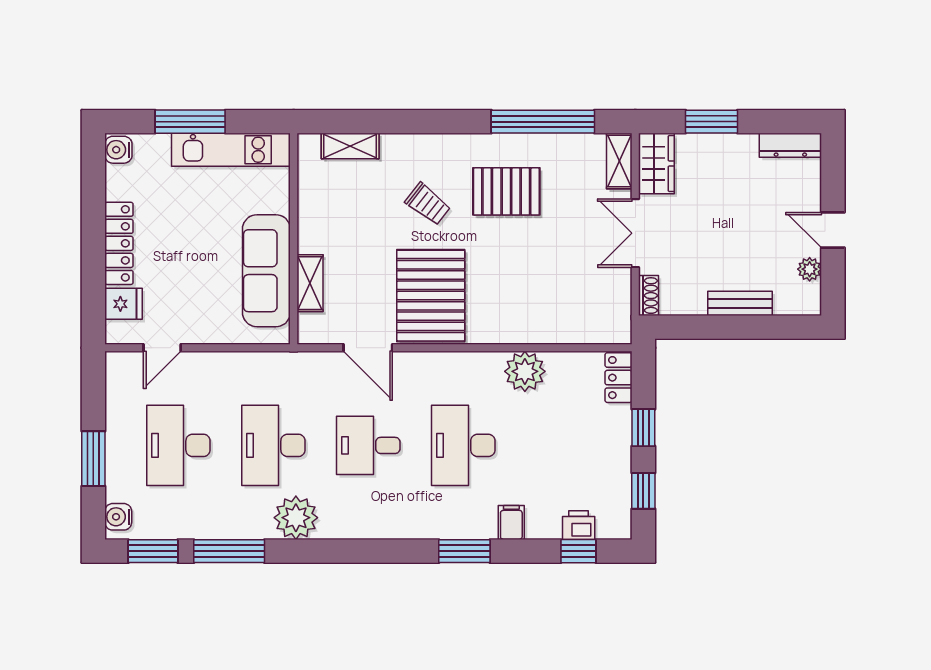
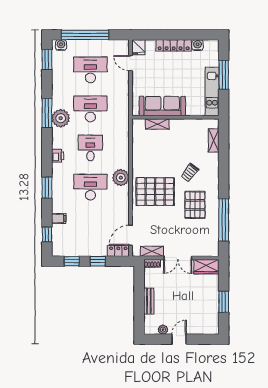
window: (711, 122) -> (224, 302), moved
dresser: (790, 145) -> (214, 322), removed
water cooler: (118, 150) -> (198, 45), moved
shelving: (619, 161) -> (152, 251), moved
double door: (635, 233) -> (178, 258), swing flipped
pallet: (431, 296) -> (155, 192), moved
fridge: (123, 304) -> (138, 47), moved
door: (368, 348) -> (131, 235), moved
plant: (525, 371) -> (121, 178), moved
window: (93, 459) -> (85, 35), width x2.11
filing cabinet: (511, 522) -> (59, 218), moved
printer: (579, 525) -> (58, 156), moved
window: (229, 551) -> (47, 113), moved

